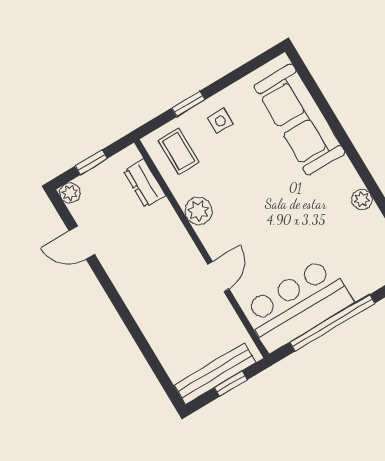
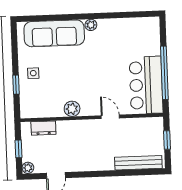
coffee table: (179, 151) -> (37, 102), removed
plant: (362, 199) -> (91, 25), moved
bench: (215, 374) -> (138, 163), moved, turned 90

